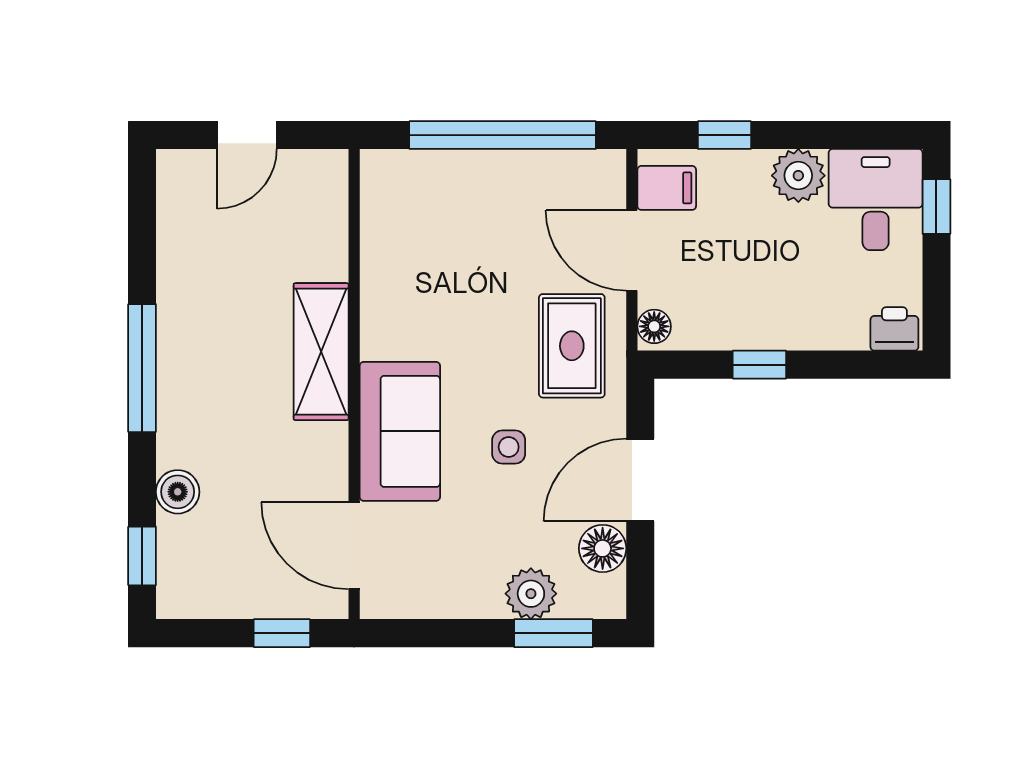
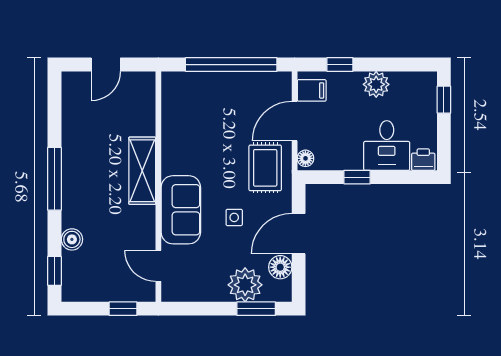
desk: (876, 200) -> (387, 145), moved, turned 180
door: (632, 250) -> (295, 121), hinge flipped
door: (354, 546) -> (158, 266), width x0.73
plant: (531, 594) -> (245, 285), width x1.36, depth x1.36

